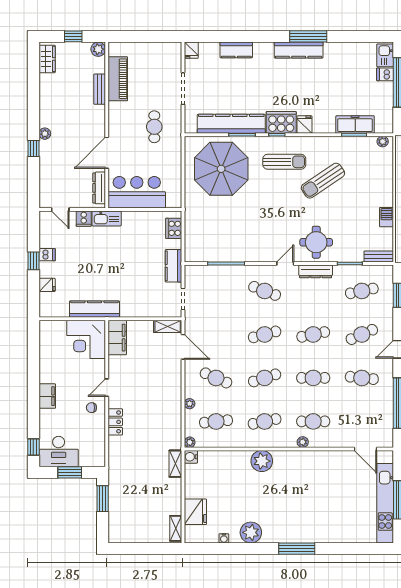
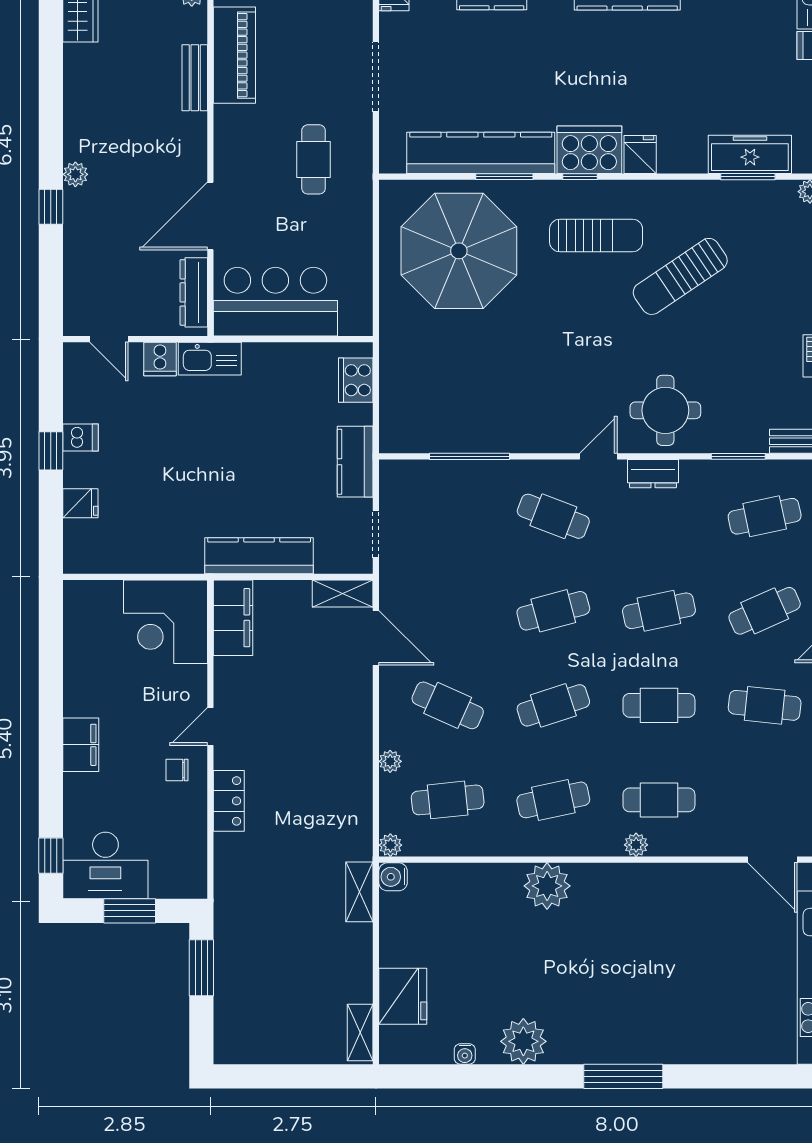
dresser: (316, 271) -> (653, 474), width x0.70
kitchen counter: (95, 309) -> (259, 556), moved

